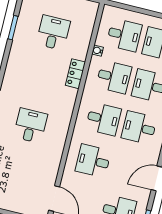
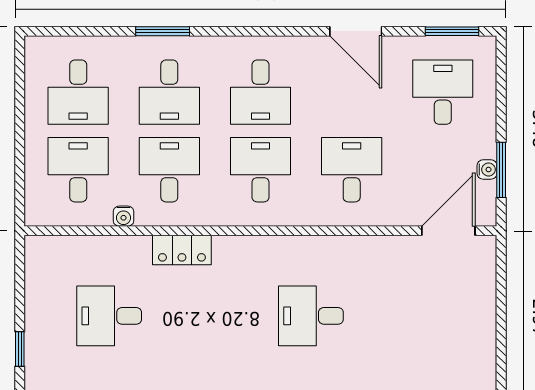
desk: (93, 161) -> (352, 170), turned 180

